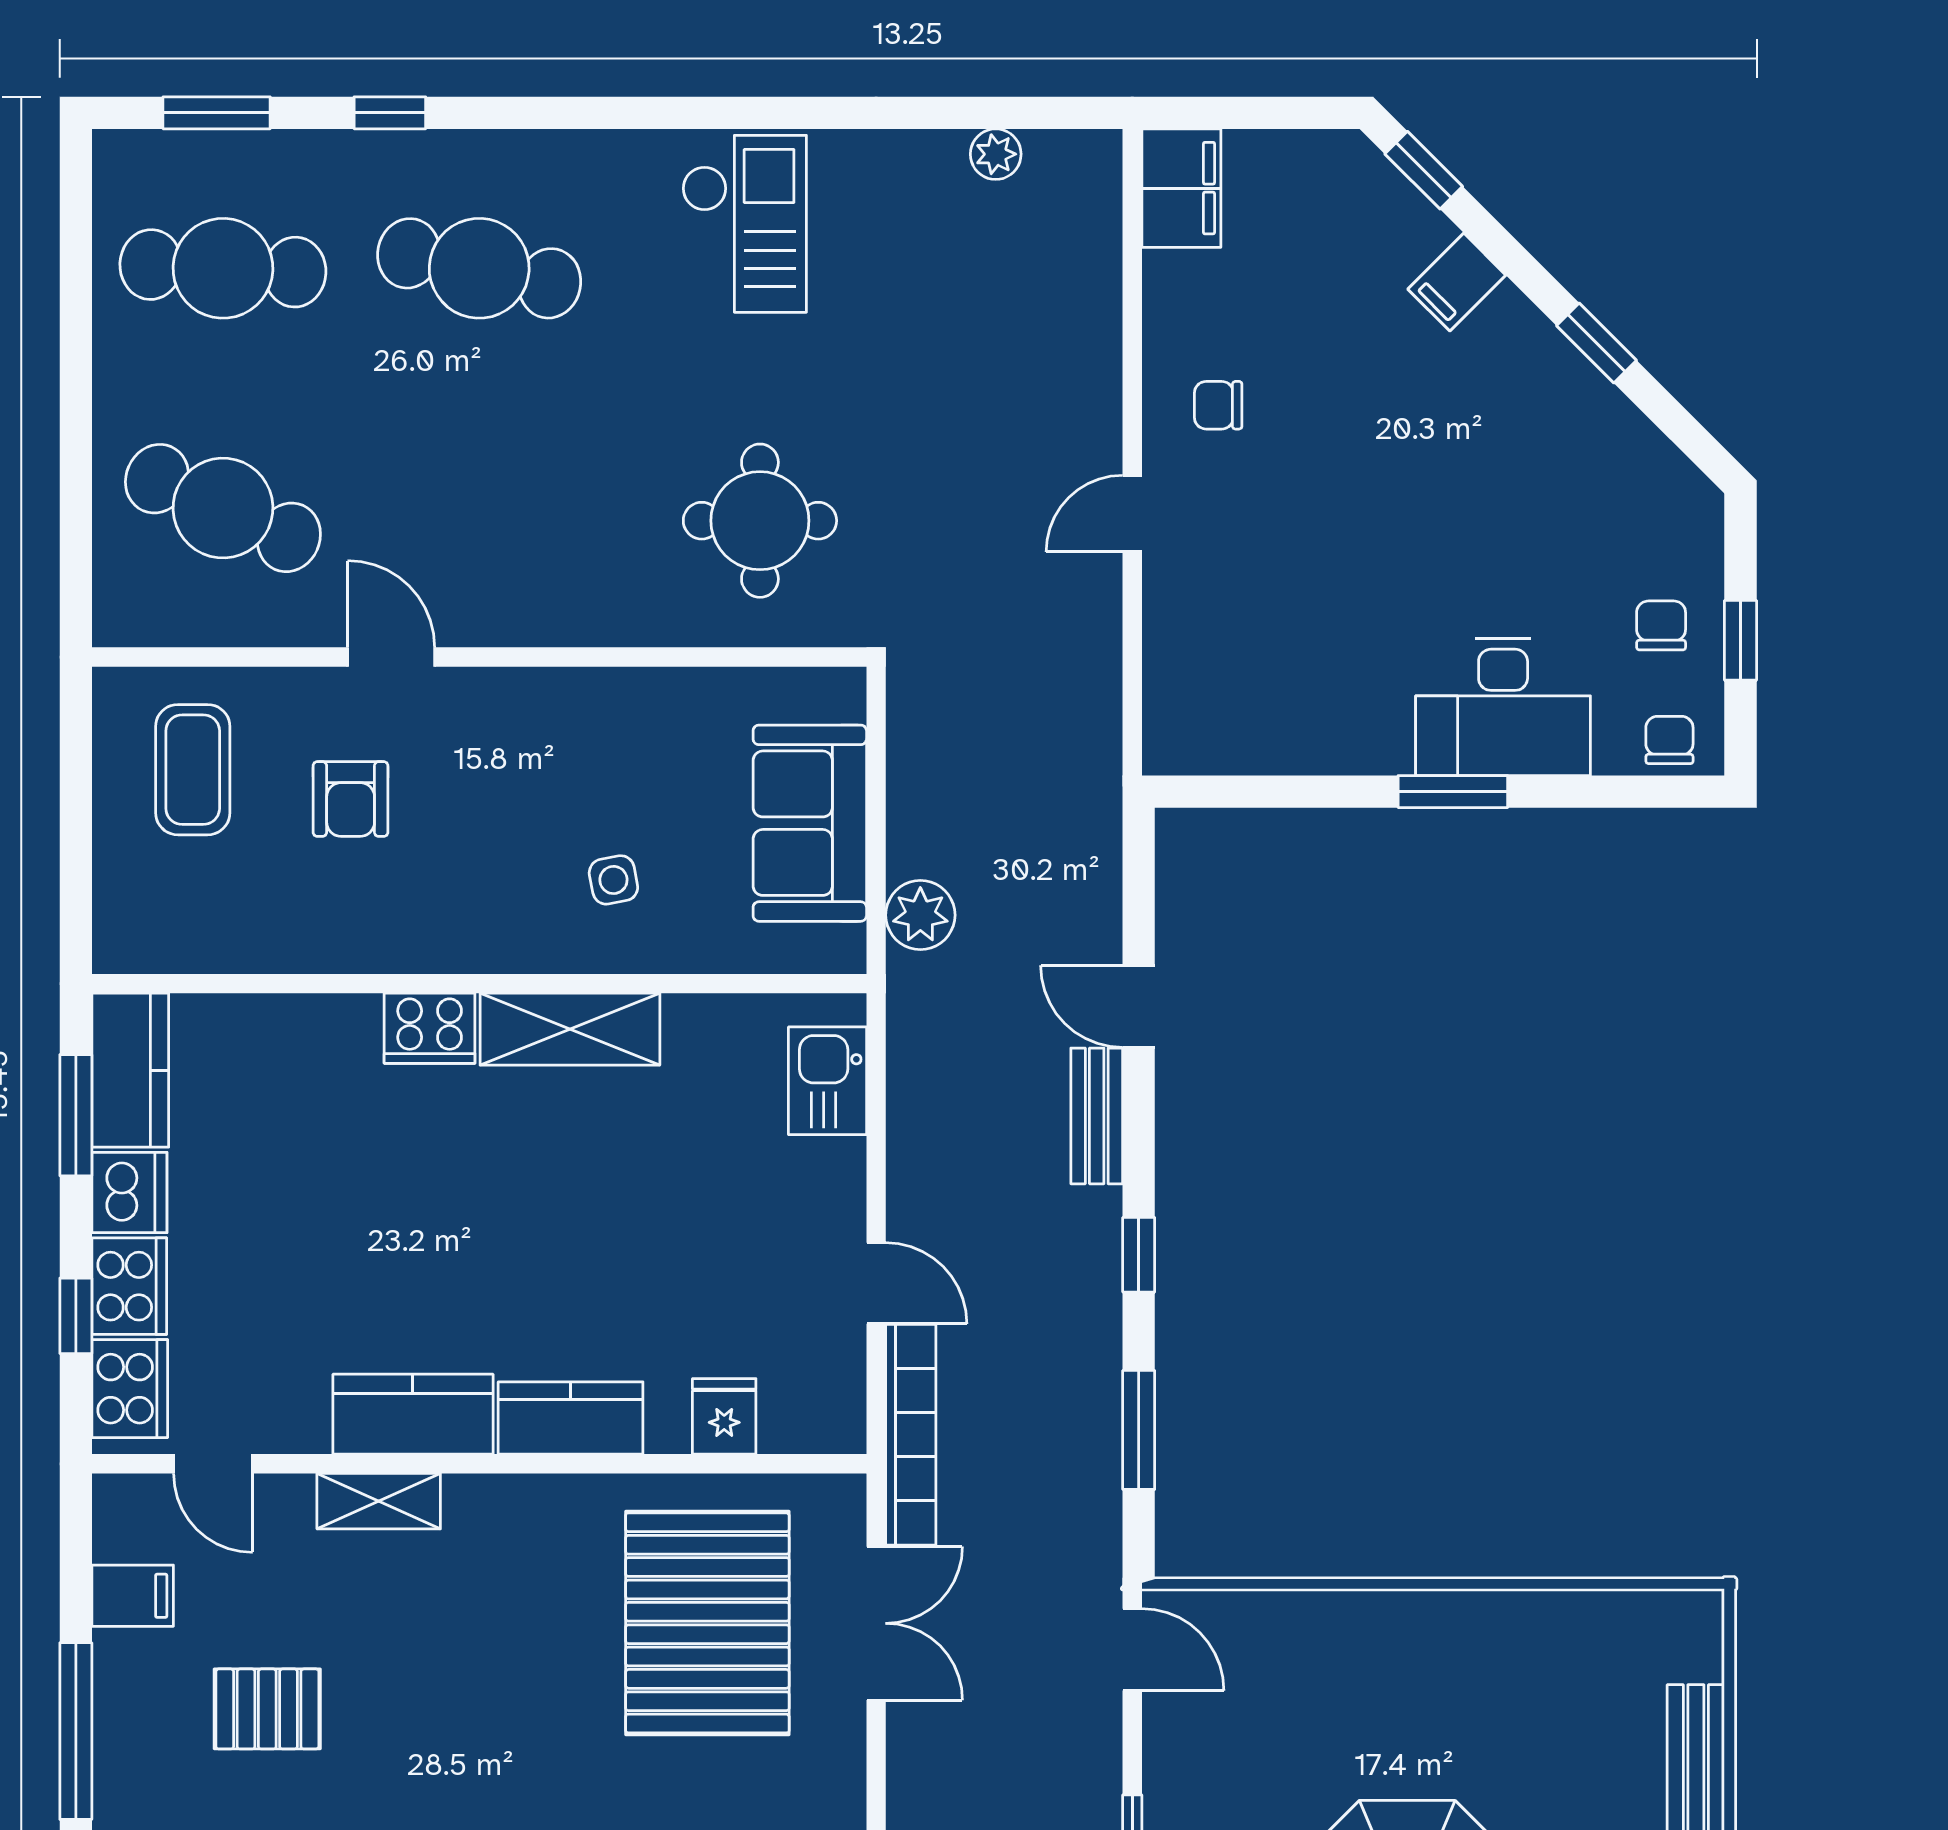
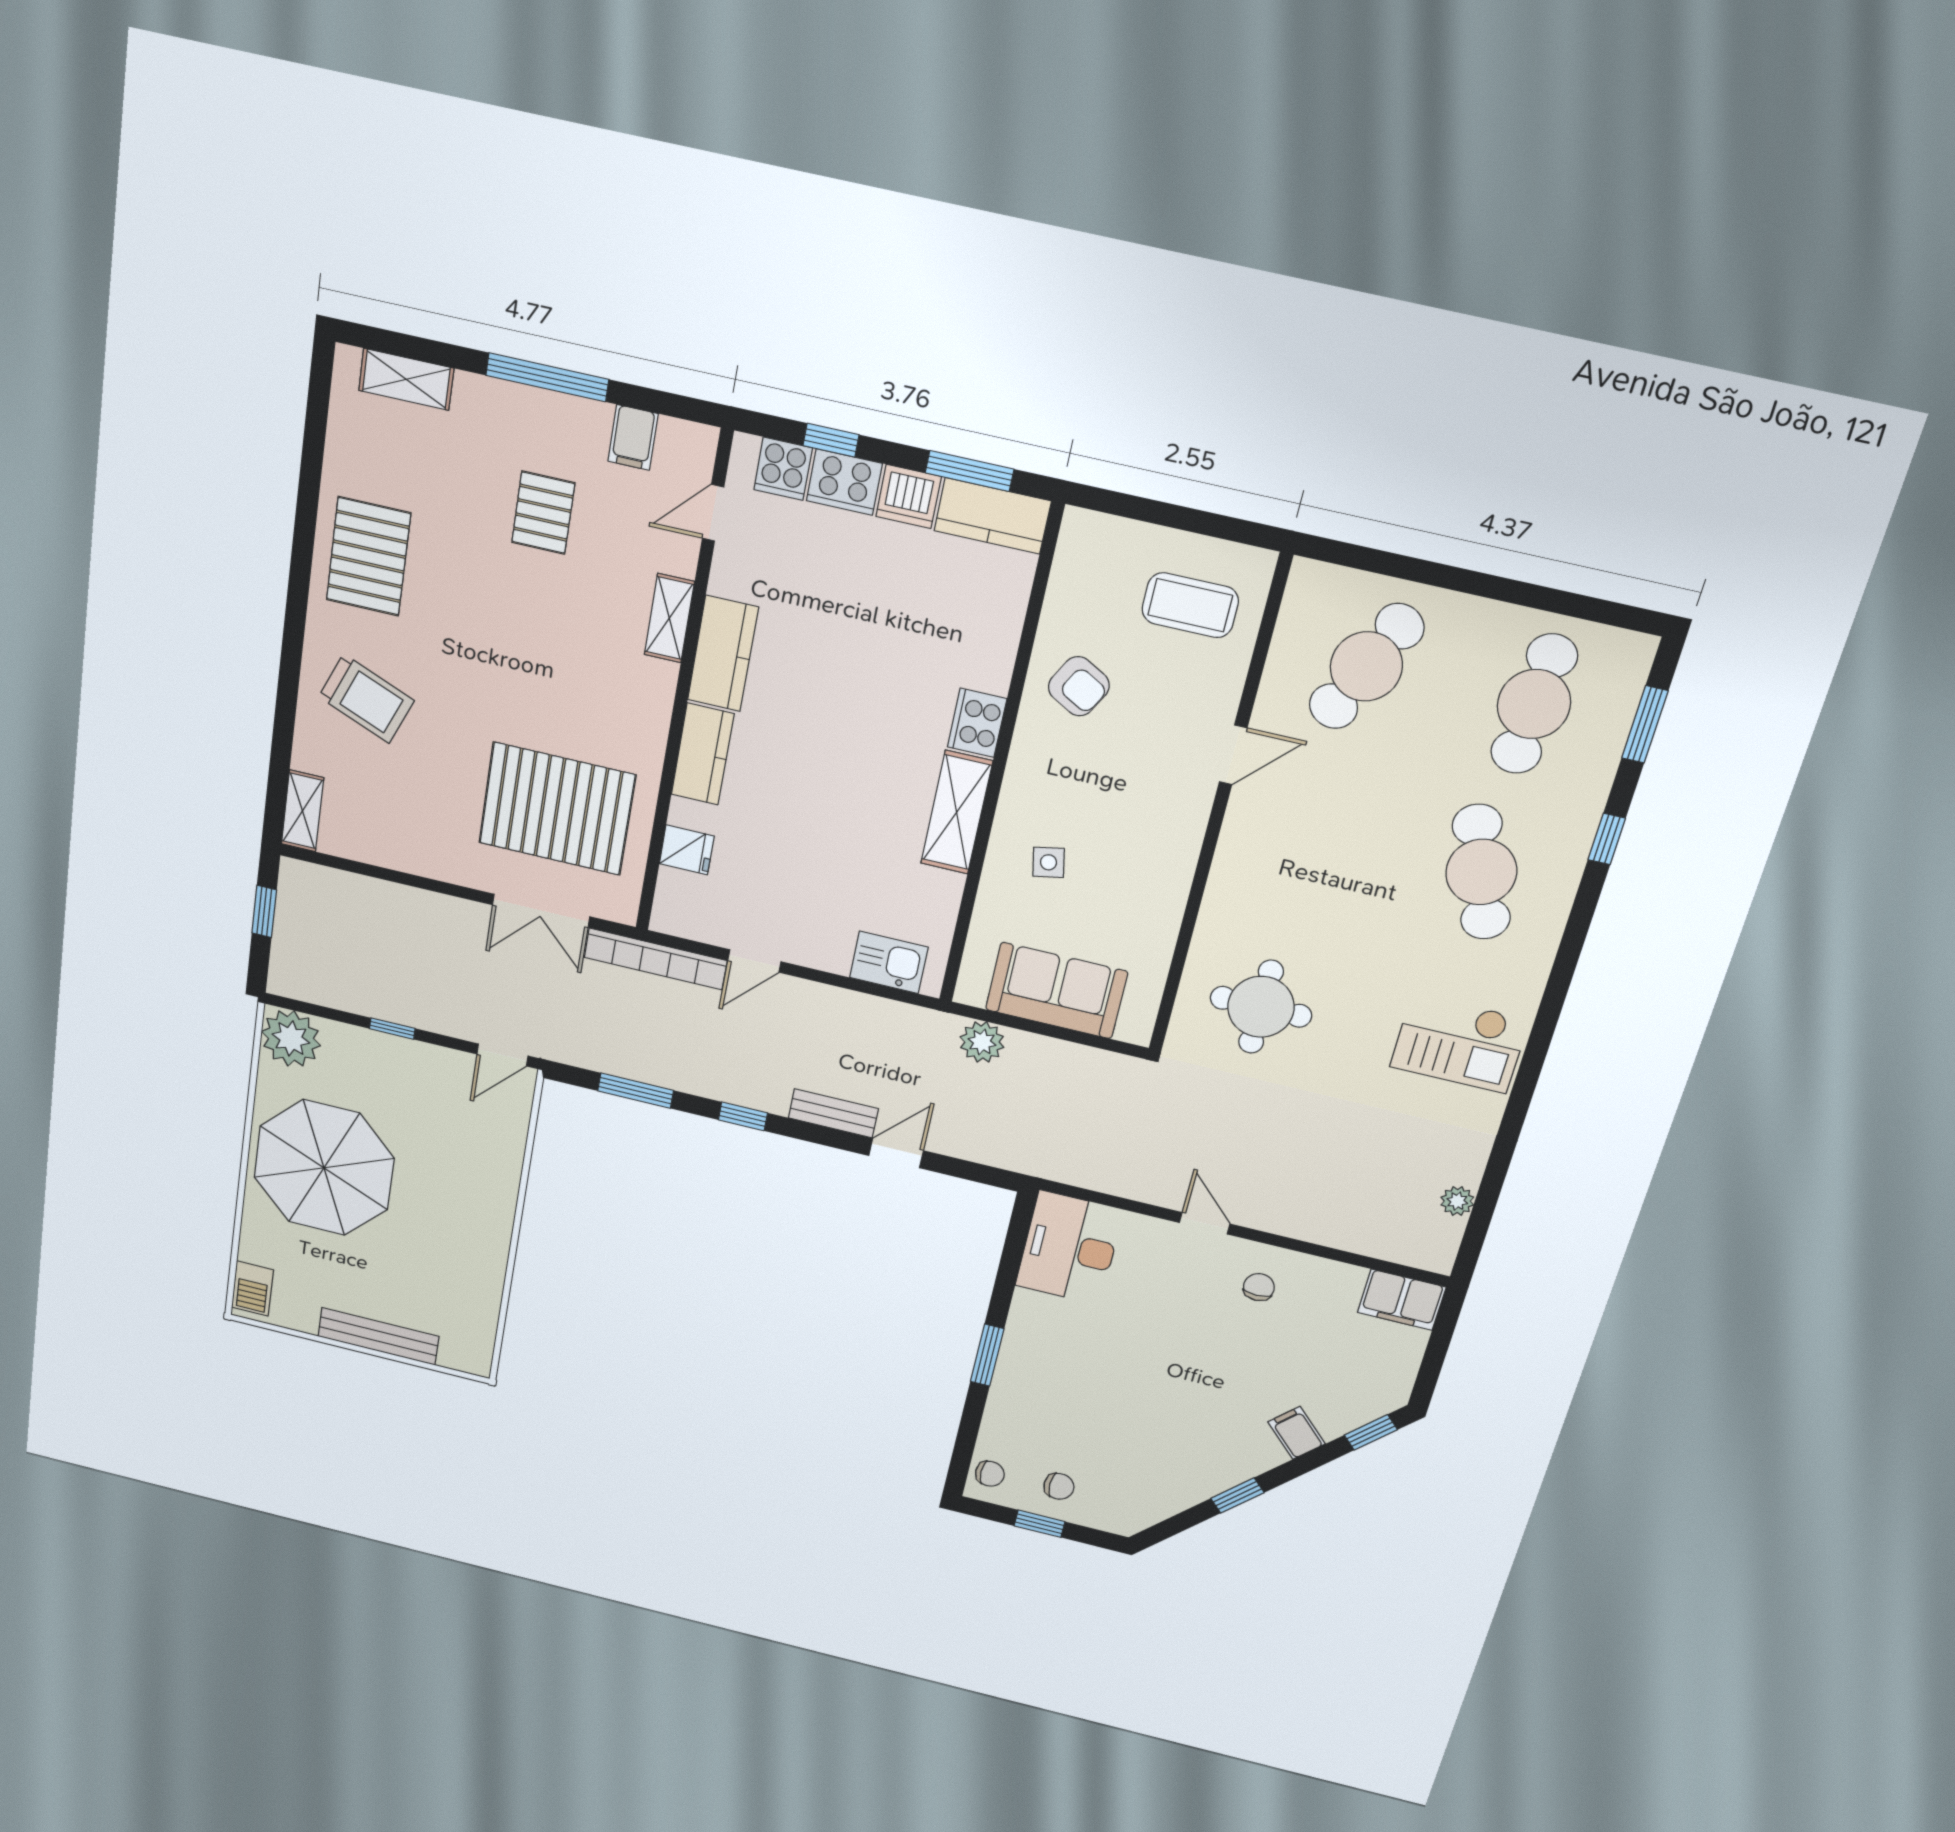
cafe table: (479, 268) -> (1481, 872), turned -33
desk: (1503, 707) -> (1069, 1248), moved
armchair: (351, 799) -> (1079, 686), moved, turned -151
cooker: (130, 1389) -> (783, 469), width x0.73

